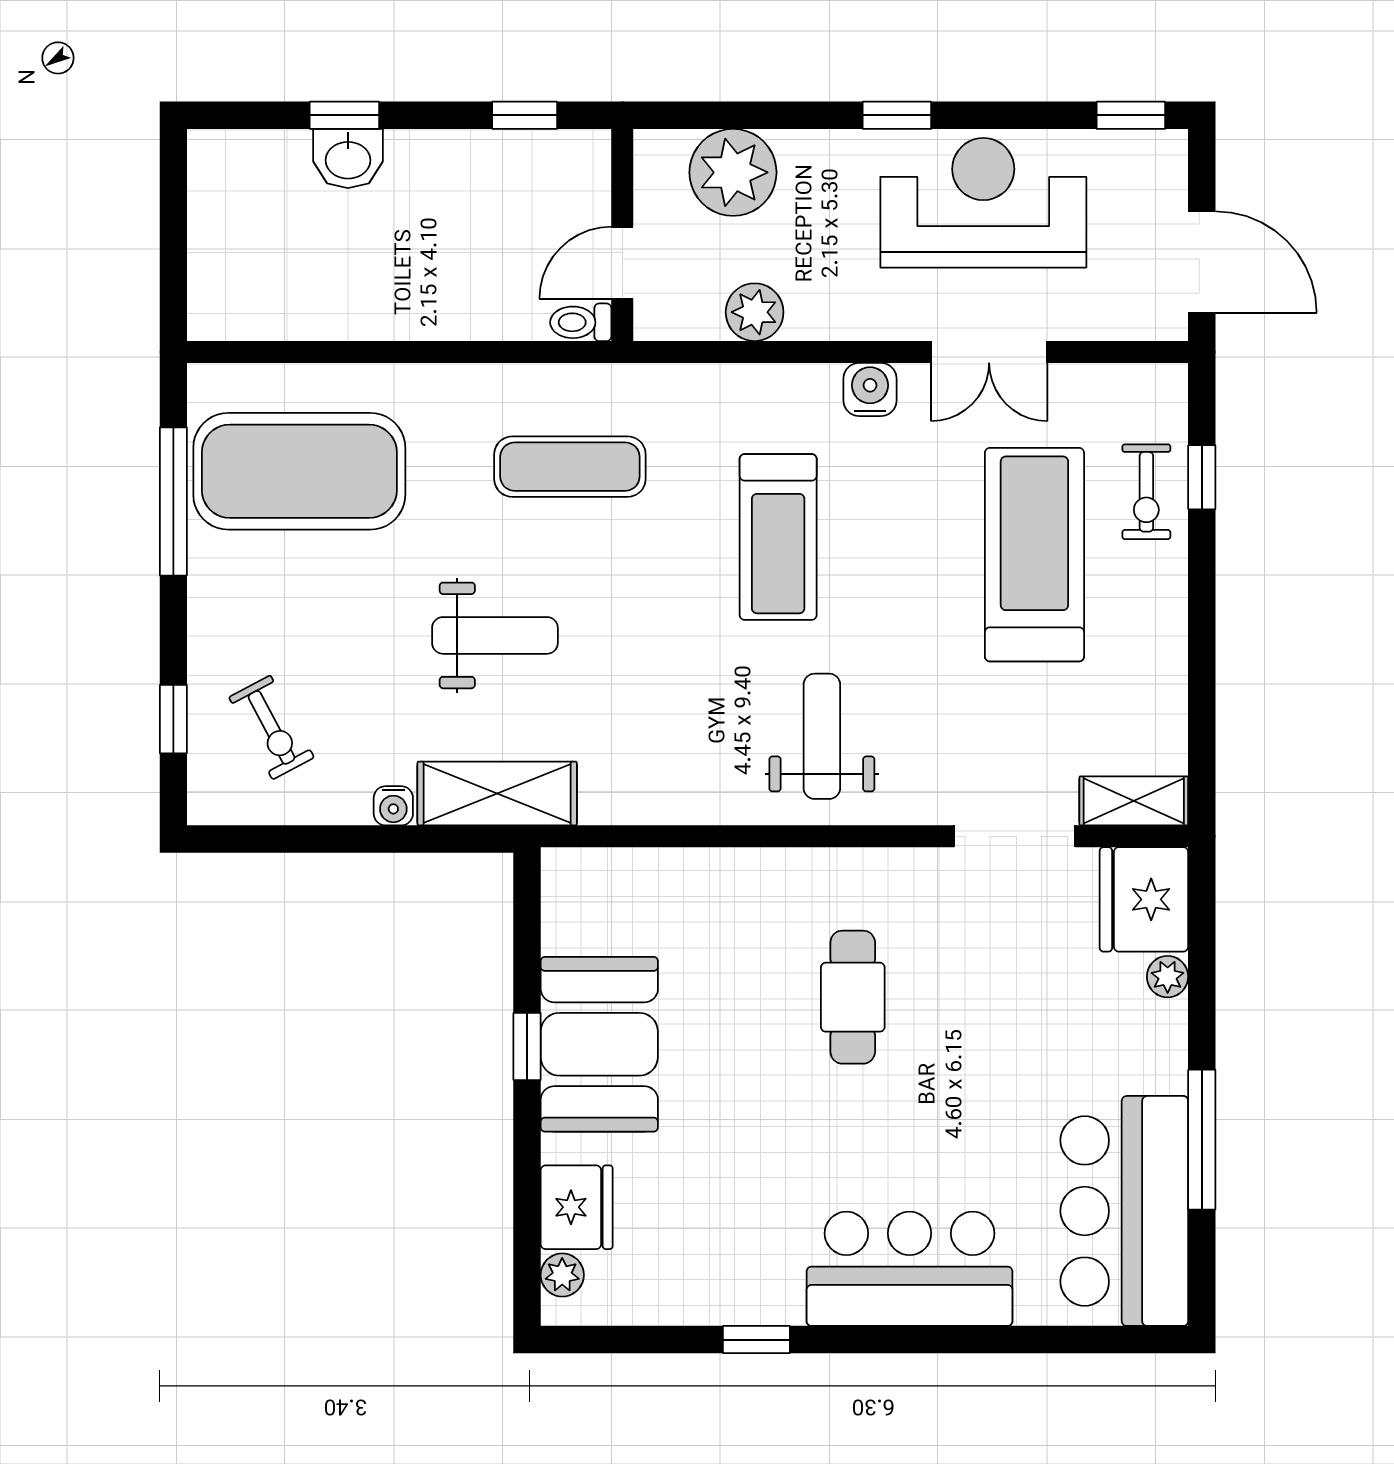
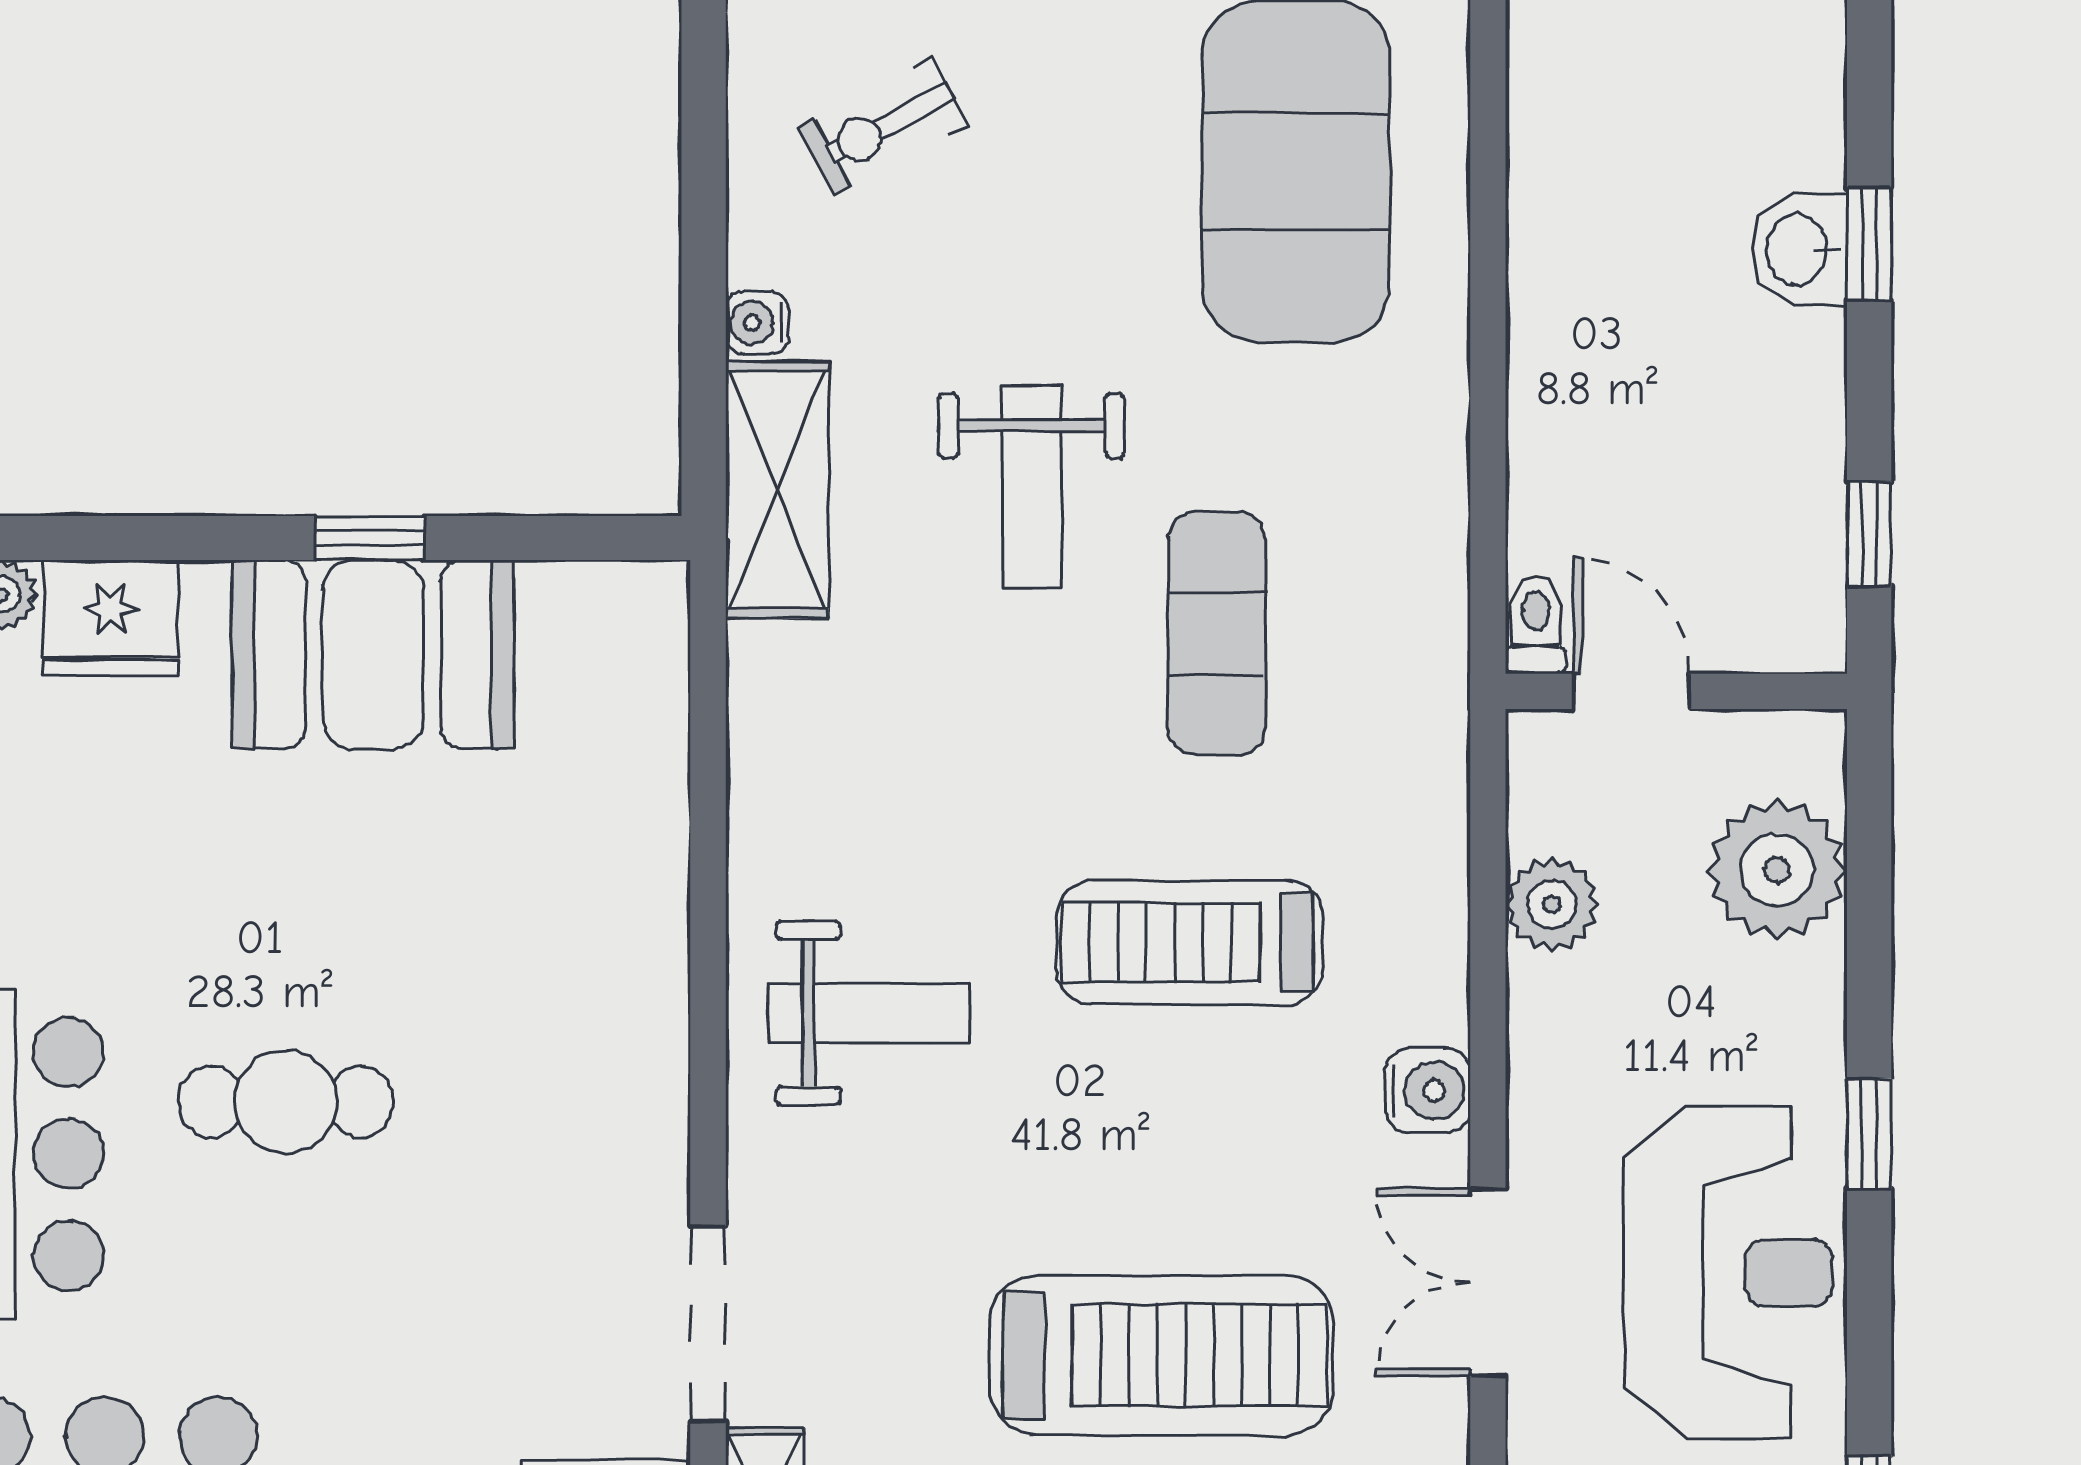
exercise mat: (570, 467) -> (1217, 634), moved
cafe table: (853, 997) -> (286, 1102), moved

